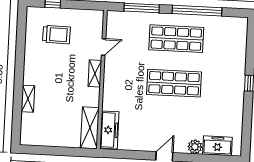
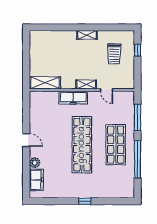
shop shelf: (174, 83) -> (82, 145), width x1.40
shelving: (28, 99) -> (87, 35), moved
freezer: (109, 130) -> (73, 98), moved

